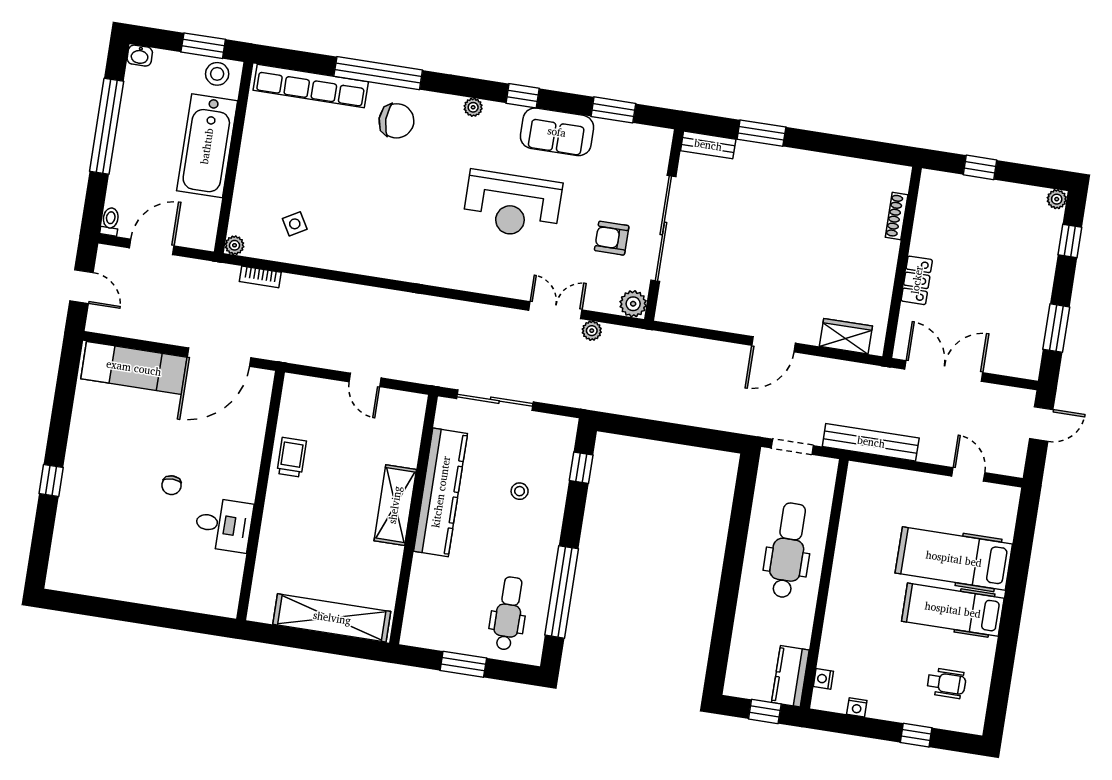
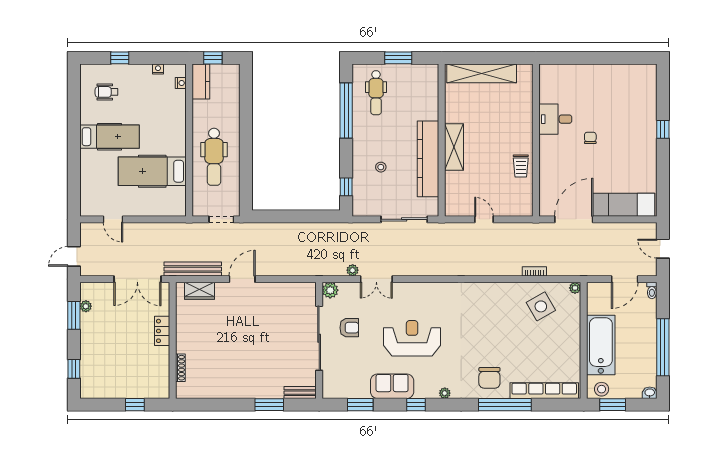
chair: (396, 121) -> (489, 378), turned -90
plant: (1057, 199) -> (86, 306), moved
side table: (295, 224) -> (541, 306), width x1.87, depth x1.87
bookcase: (260, 277) -> (534, 271), moved
bench: (871, 442) -> (193, 269), moved
hospital bed: (954, 559) -> (152, 171), moved, turned 180

